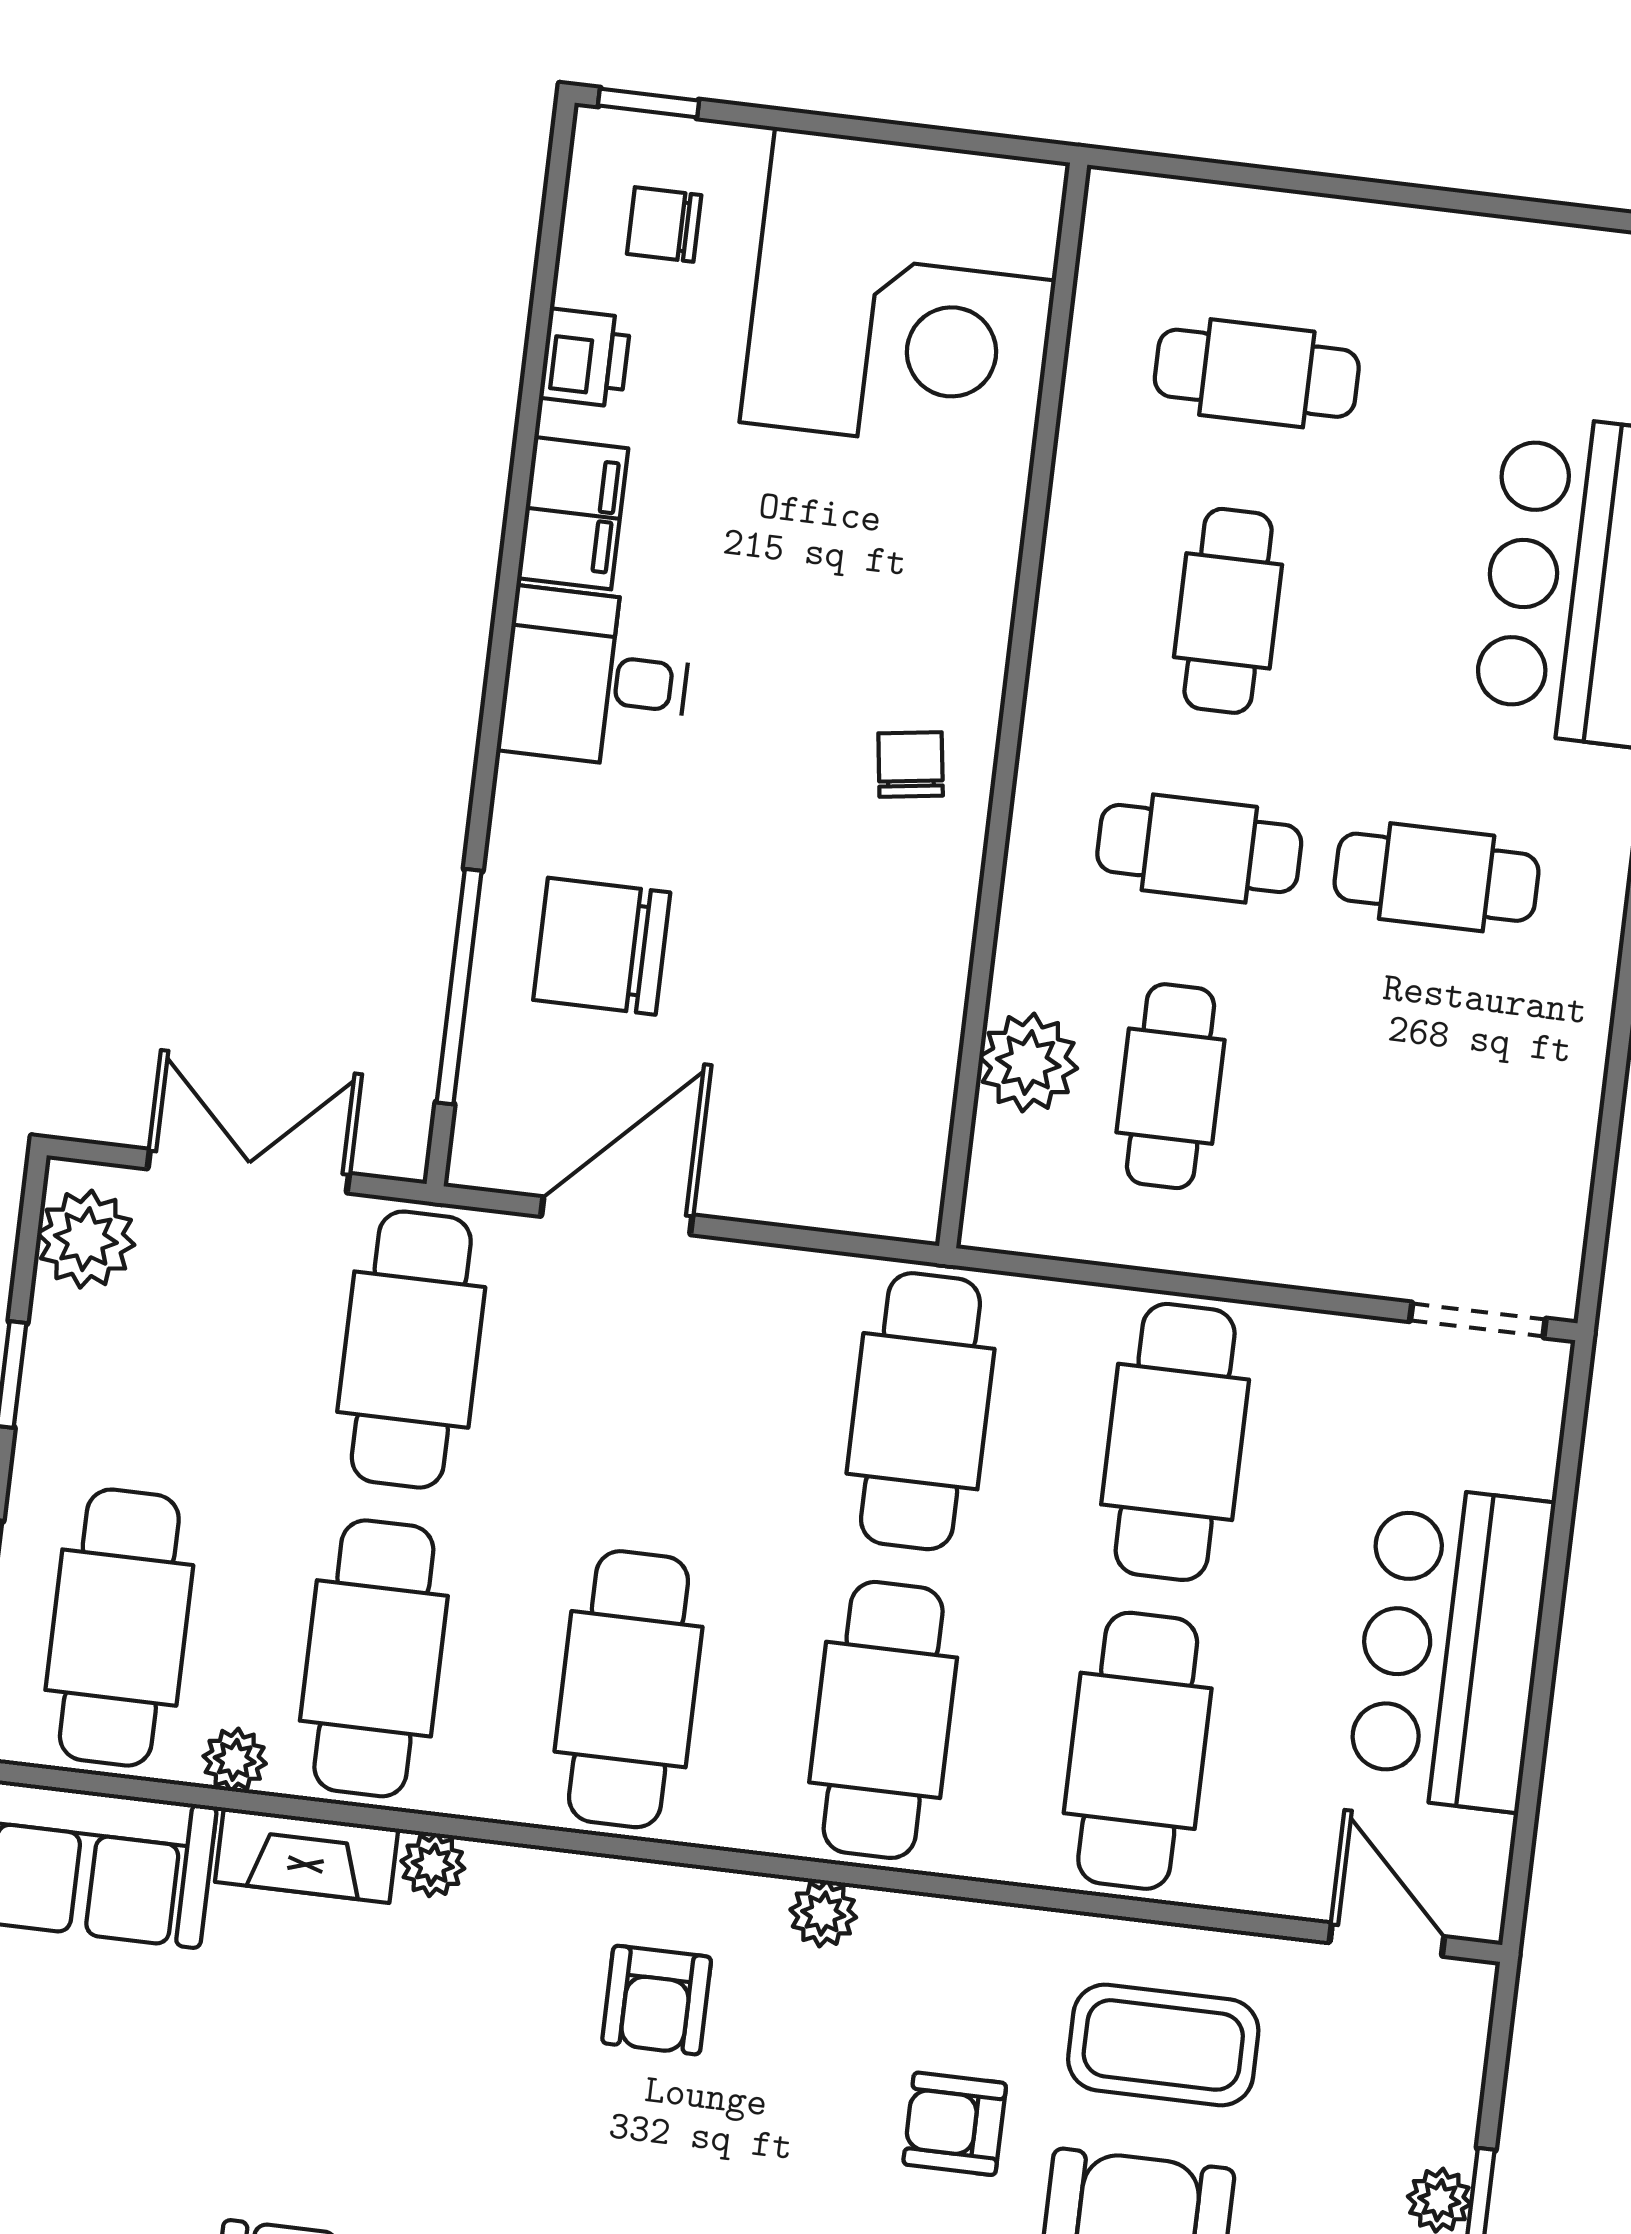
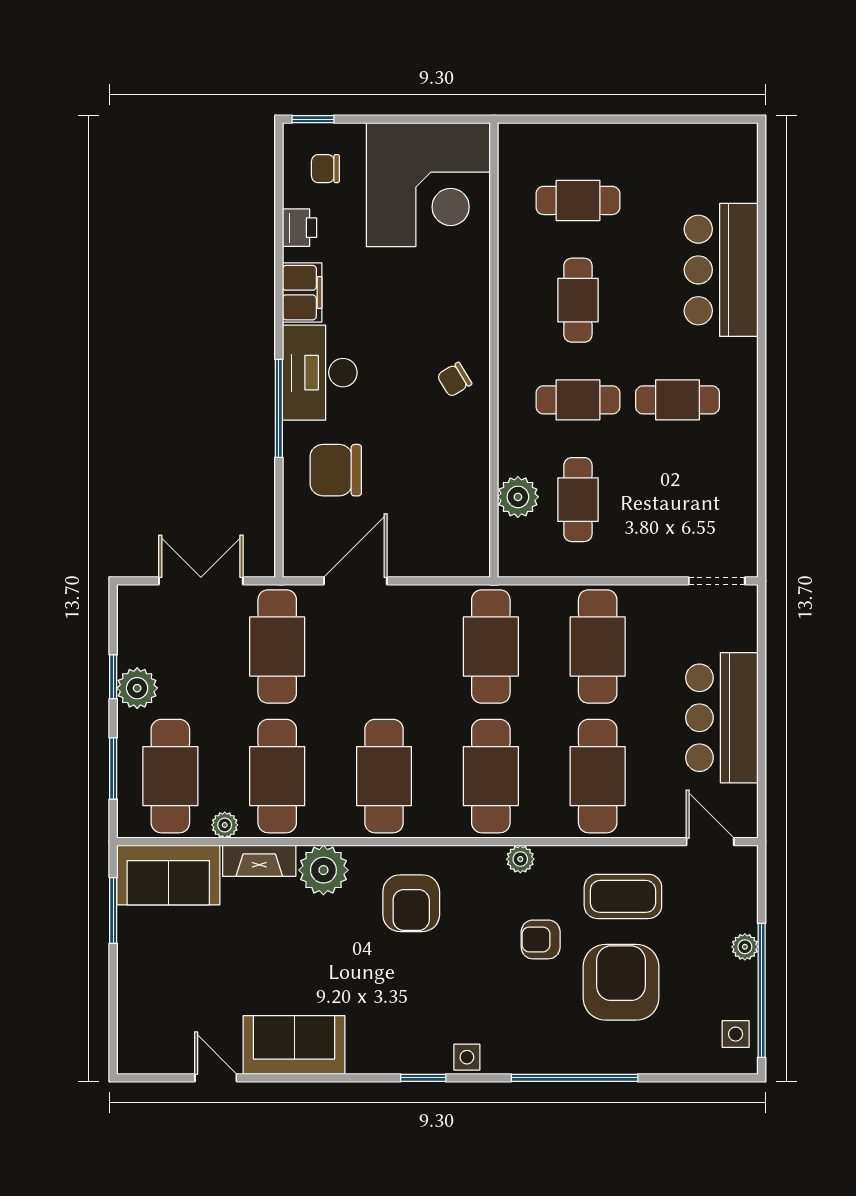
desk: (595, 678) -> (320, 373), width x1.37
chair: (911, 764) -> (454, 380), turned -113
window: (459, 987) -> (279, 408), moved
plant: (86, 1239) -> (137, 688), moved
plant: (433, 1865) -> (323, 870), width x1.88, depth x1.88
plant: (823, 1913) -> (520, 859), moved
armchair: (657, 2000) -> (411, 903), width x1.38, depth x1.38

